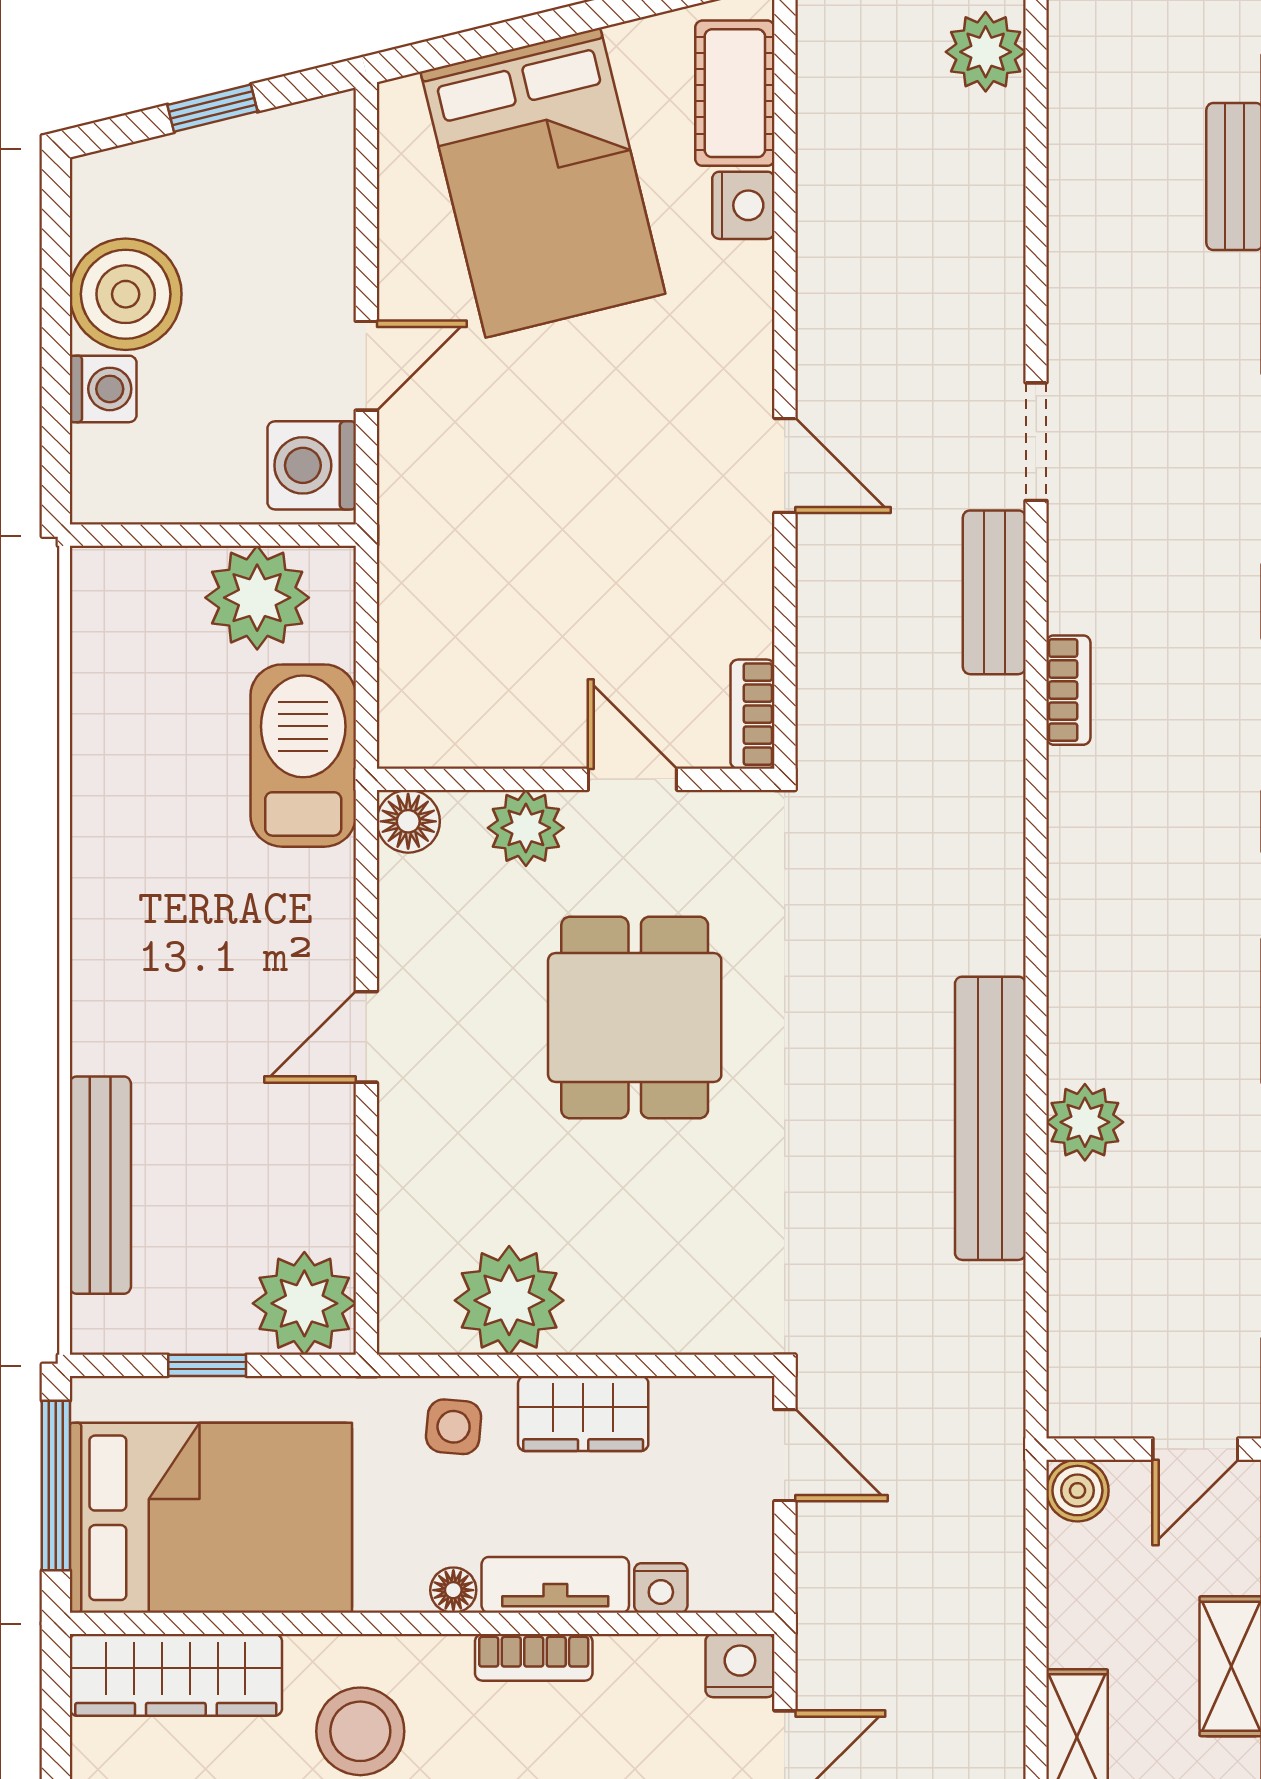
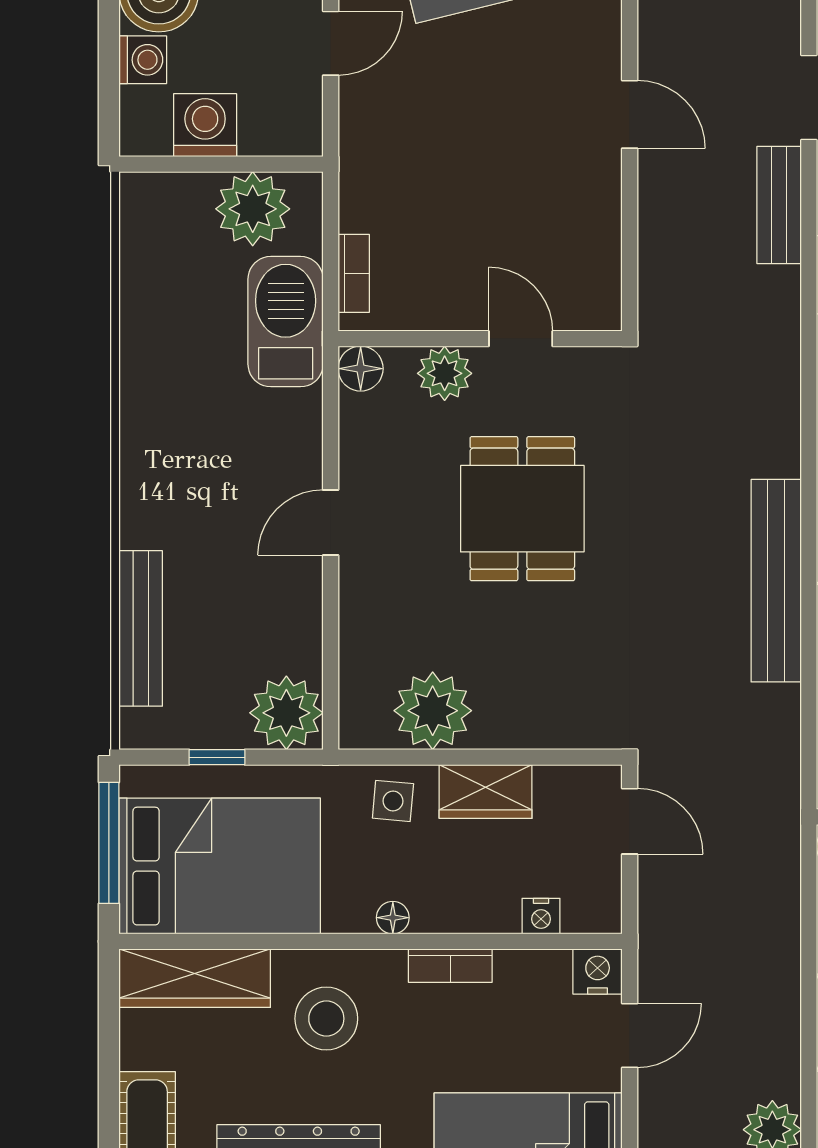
washing machine: (312, 465) -> (205, 125), moved, turned 90
bookcase: (753, 714) -> (354, 273), moved, turned 180
tv unit: (555, 1585) -> (466, 914), removed

